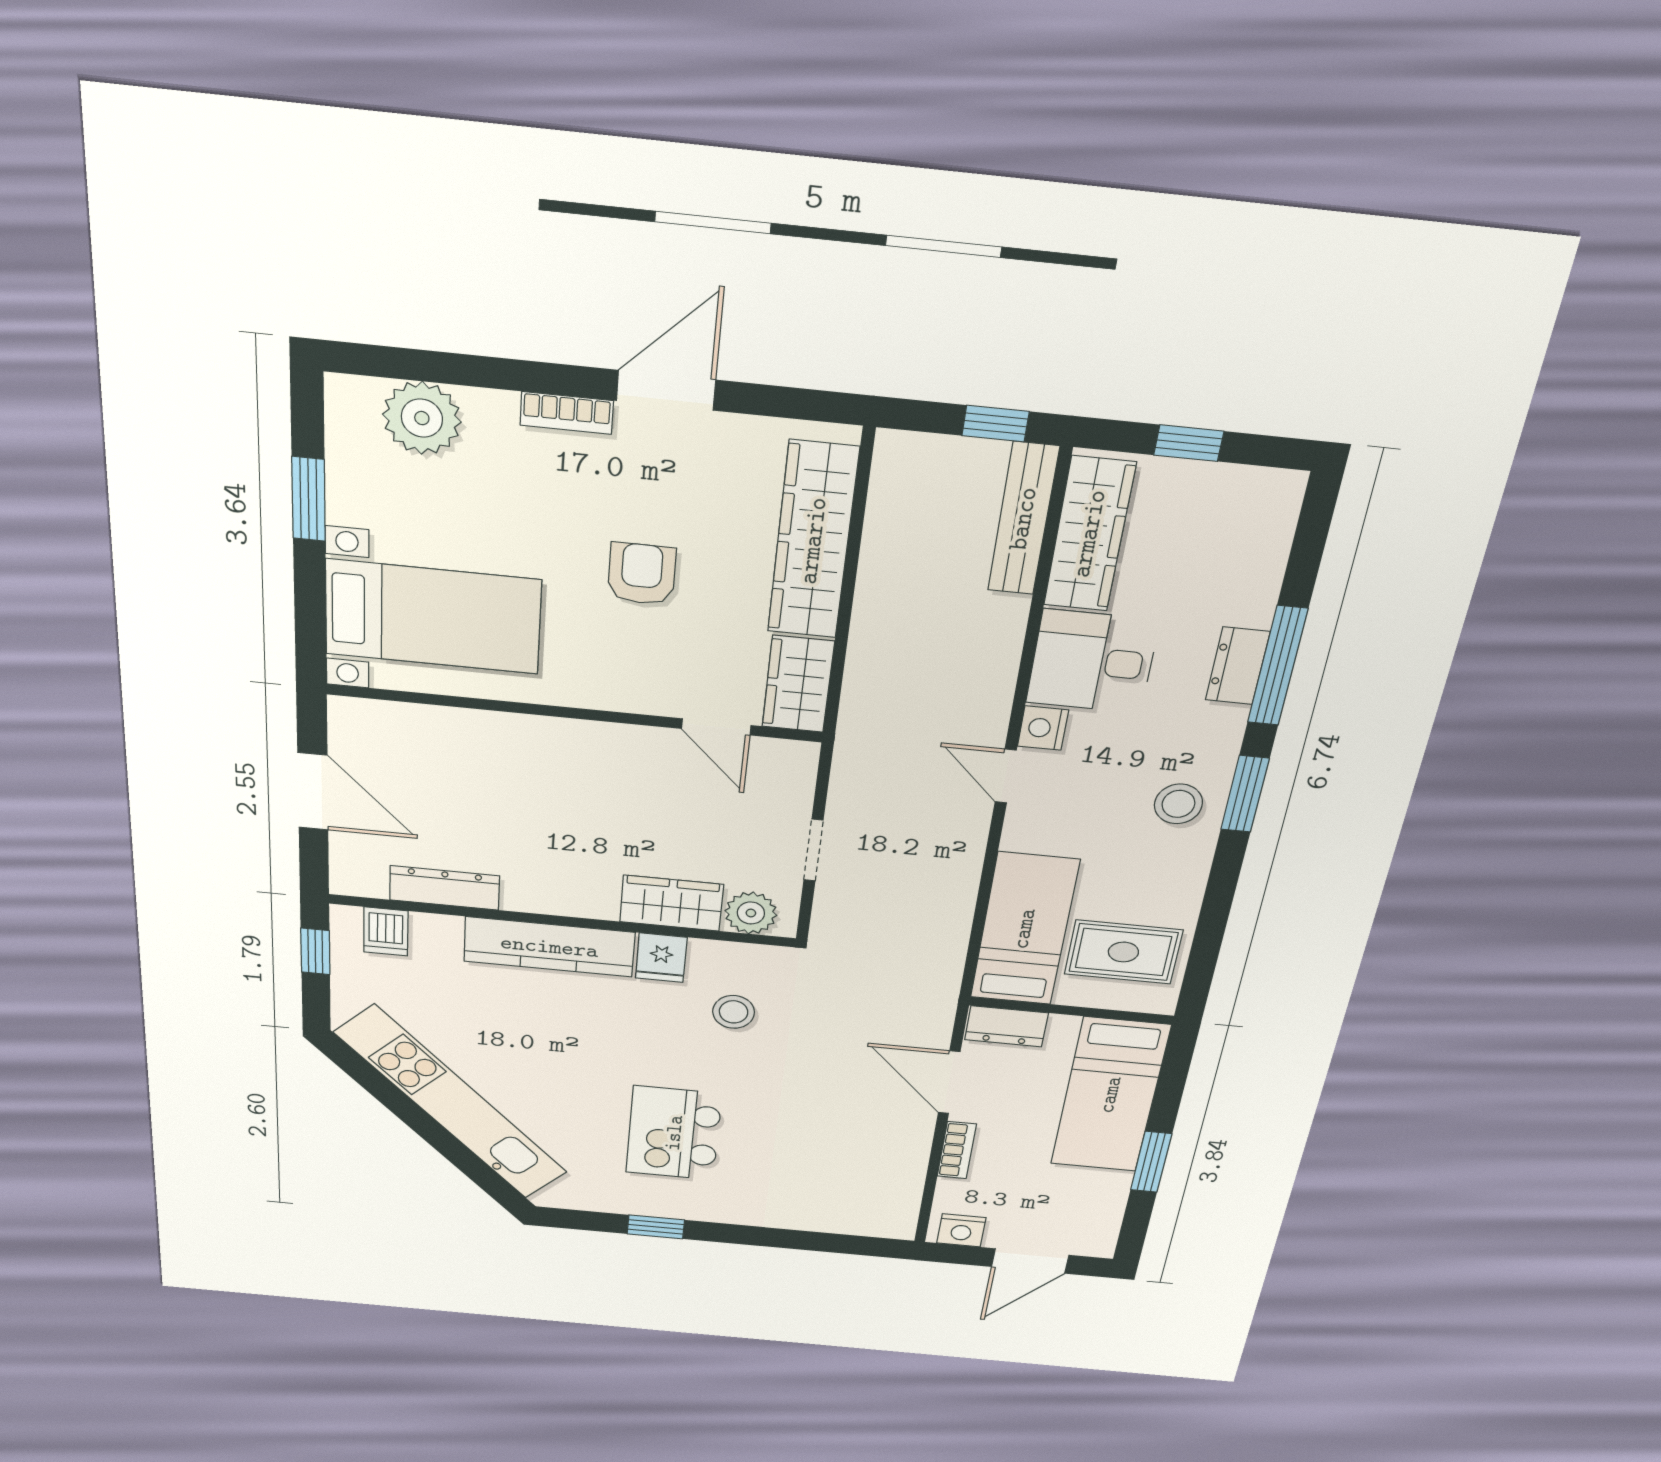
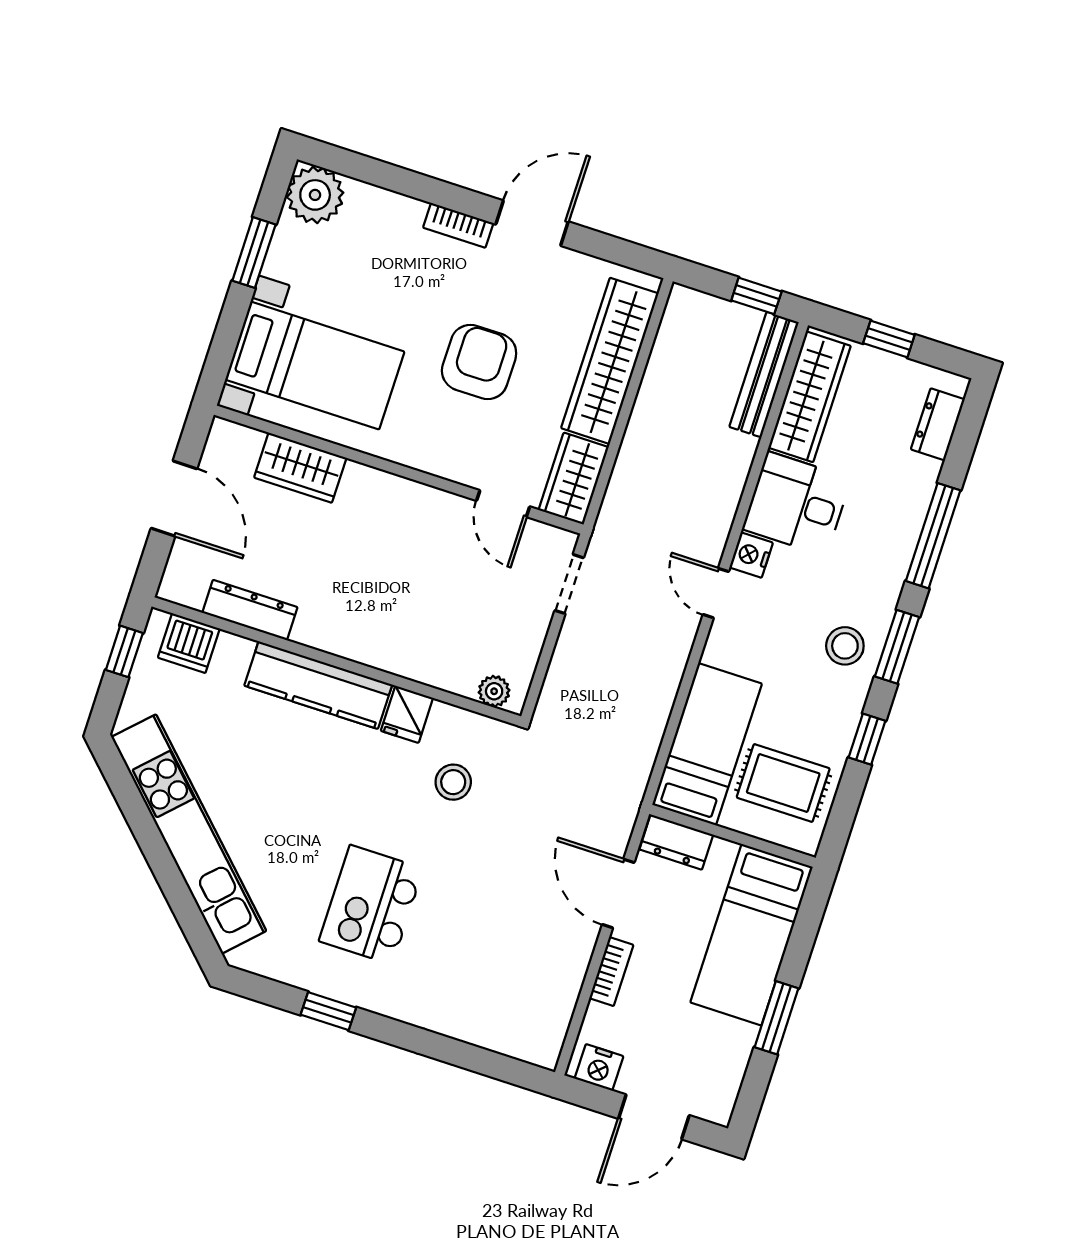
plant: (422, 418) -> (315, 195), moved
armchair: (642, 574) -> (479, 362), width x1.38, depth x1.38
dresser: (1238, 666) -> (938, 424), moved
doorway: (813, 850) -> (569, 584), moved
window: (1220, 893) -> (867, 739), added
wardrobe: (671, 903) -> (300, 468), moved, turned 180
plant: (751, 913) -> (494, 691), width x0.73, depth x0.73
dishwasher: (386, 932) -> (189, 643), width x1.38

